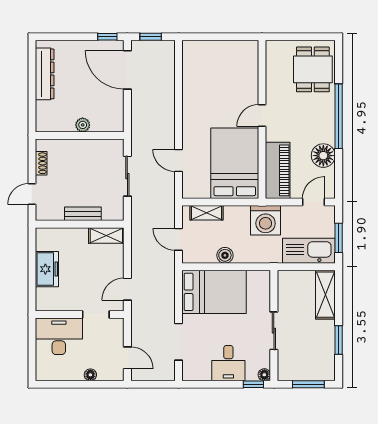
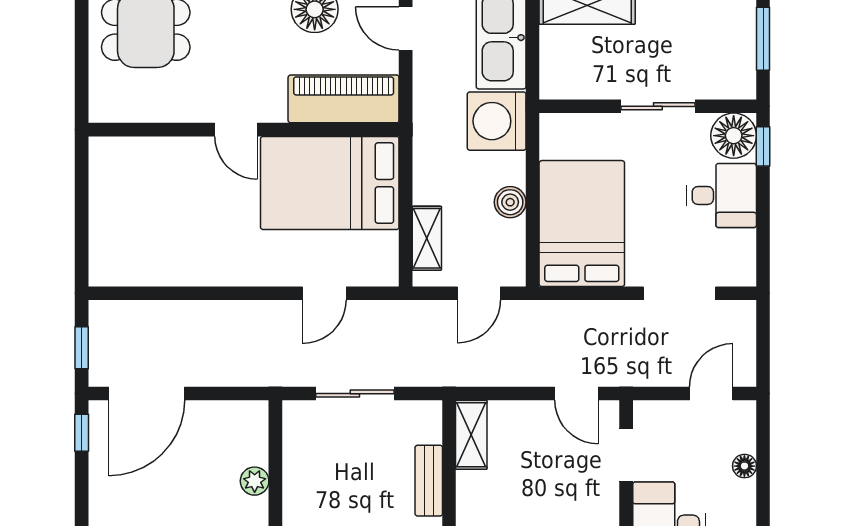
washing machine: (266, 220) -> (497, 121), moved, turned 180
floor lamp: (264, 375) -> (734, 136), width x1.89, depth x1.89

